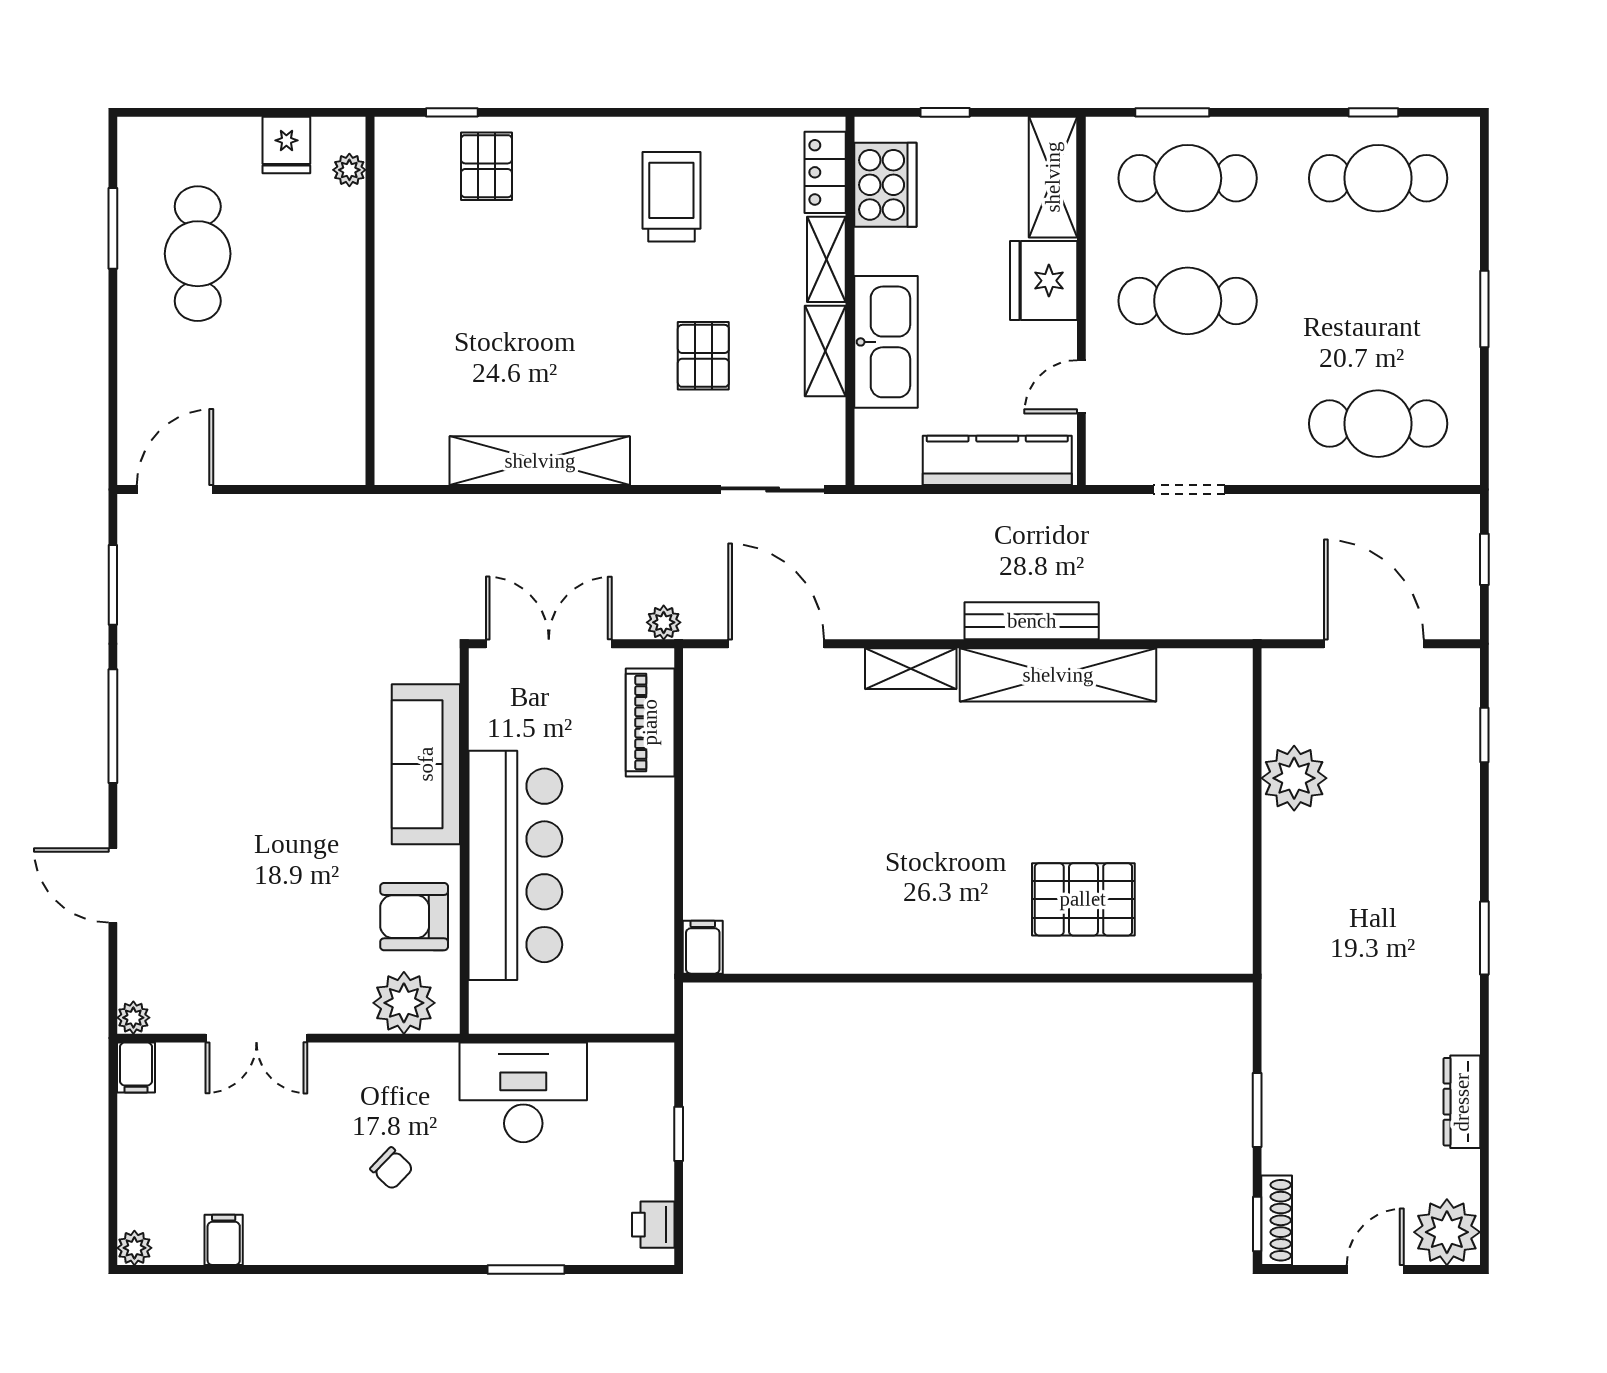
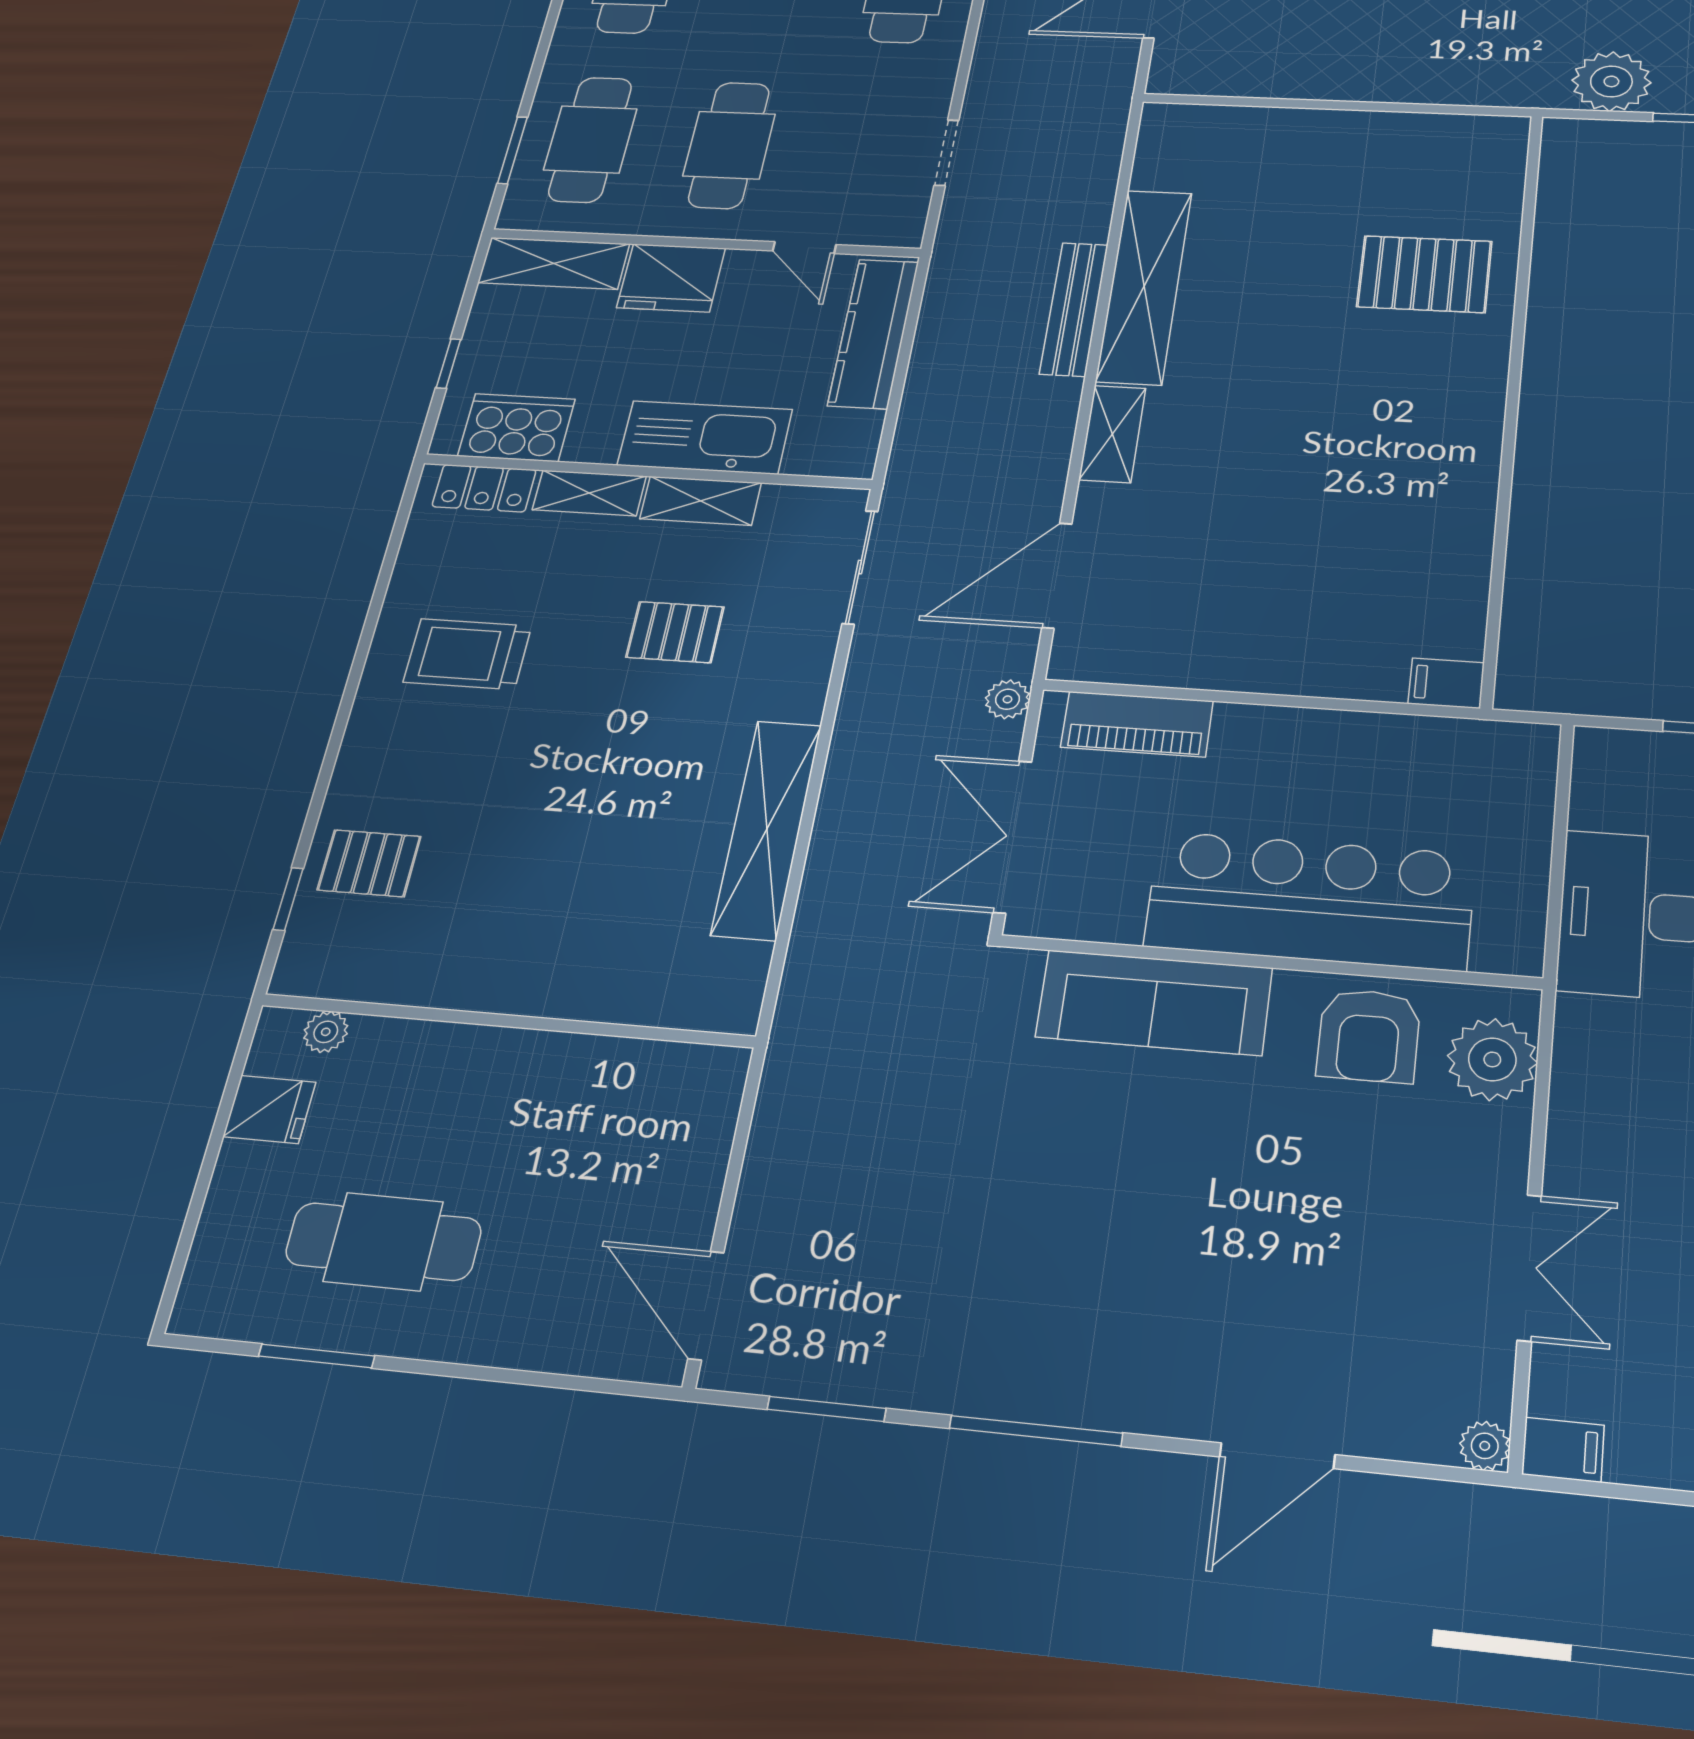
plant: (1294, 778) -> (1611, 81), moved
pallet: (1083, 899) -> (1424, 274), turned 90

